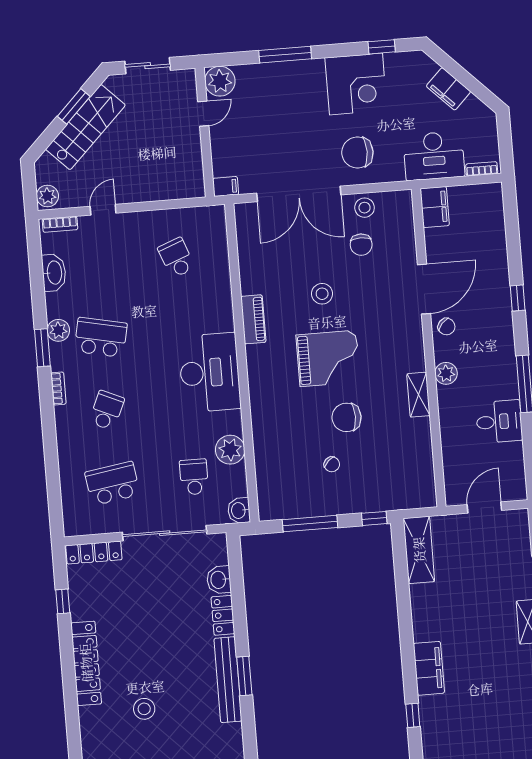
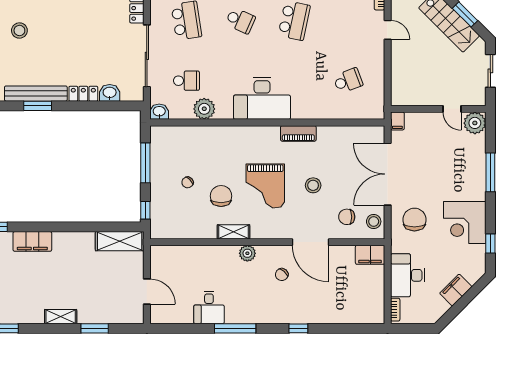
filing cabinet: (435, 207) -> (370, 255), moved
door: (424, 289) -> (310, 242), moved
wall: (429, 348) -> (267, 242), moved
plant: (446, 373) -> (247, 253), moved
shelving: (418, 395) -> (233, 232), moved

